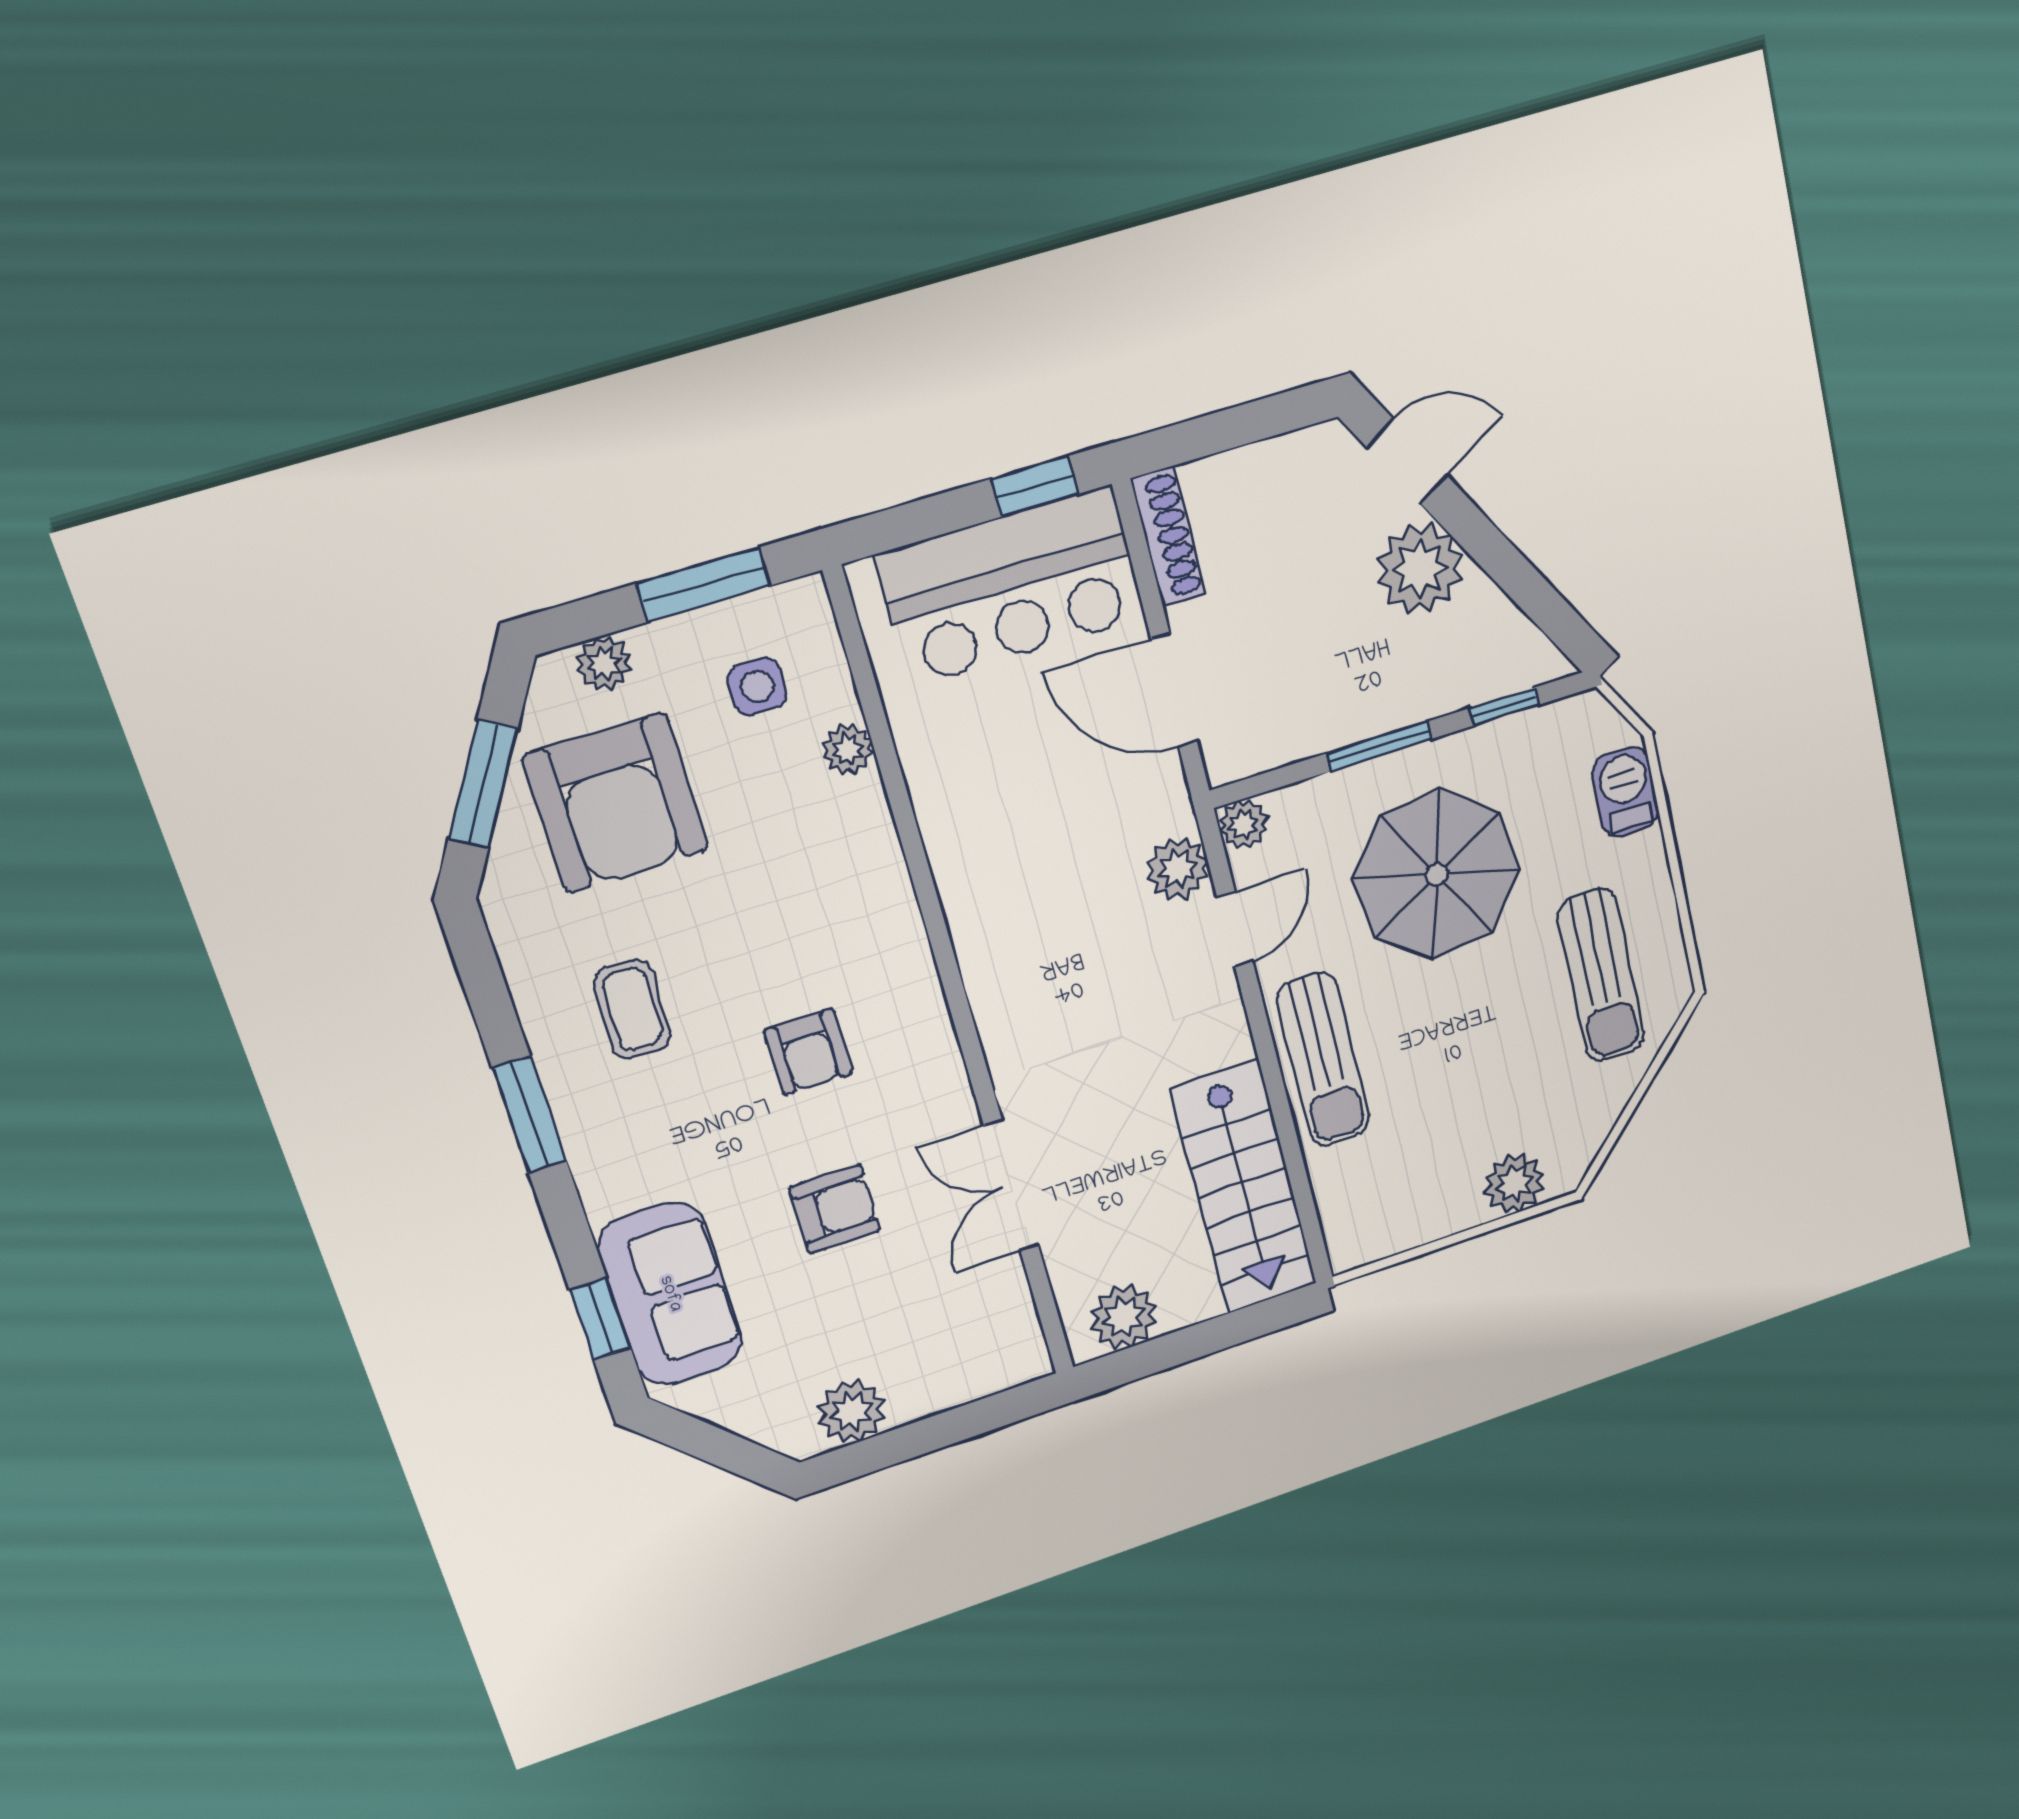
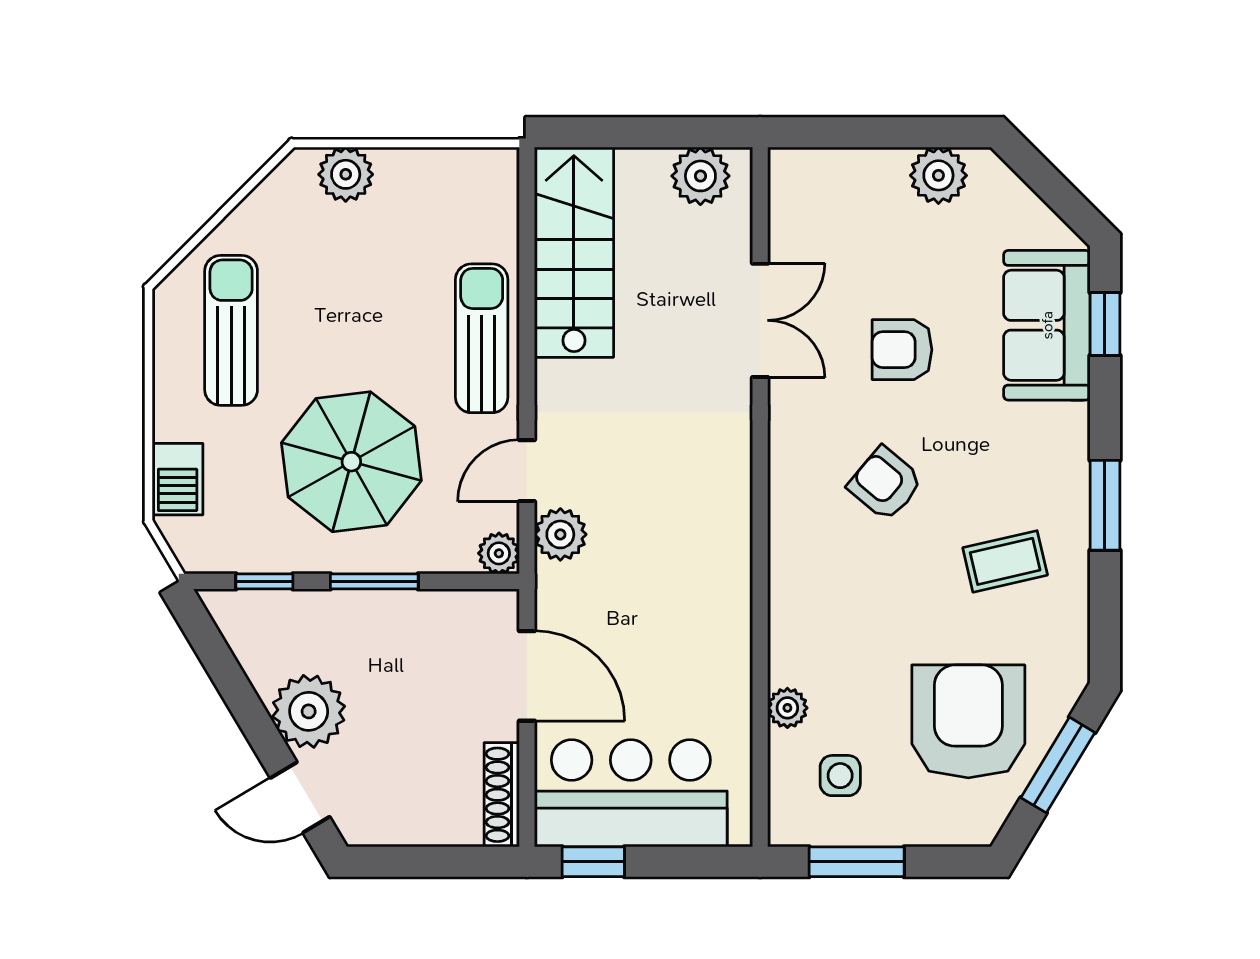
plant: (604, 663) -> (945, 826), removed
coffee table: (632, 1009) -> (1005, 561), turned 75
armchair: (808, 1052) -> (885, 484), turned -50

